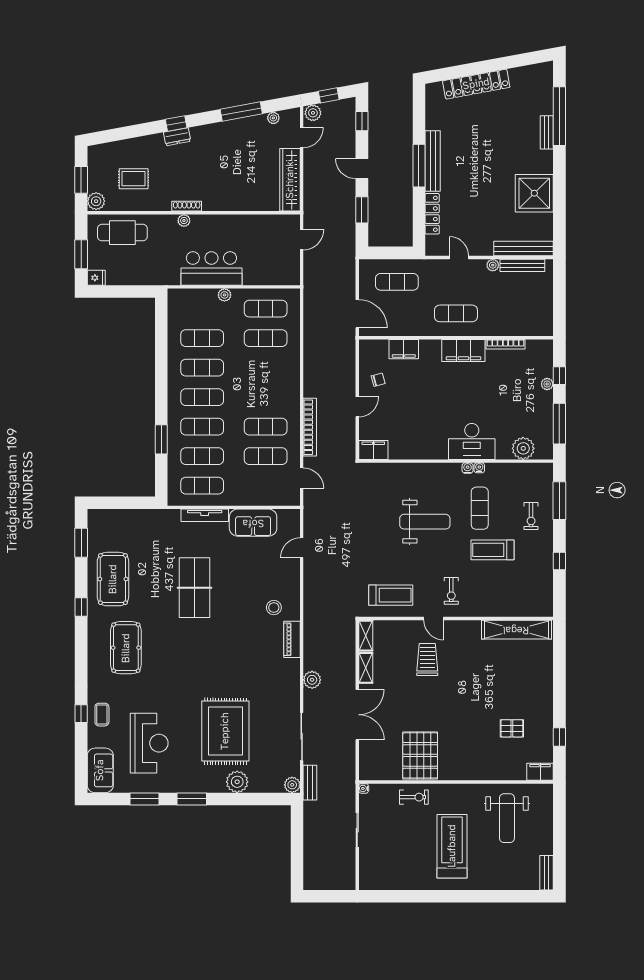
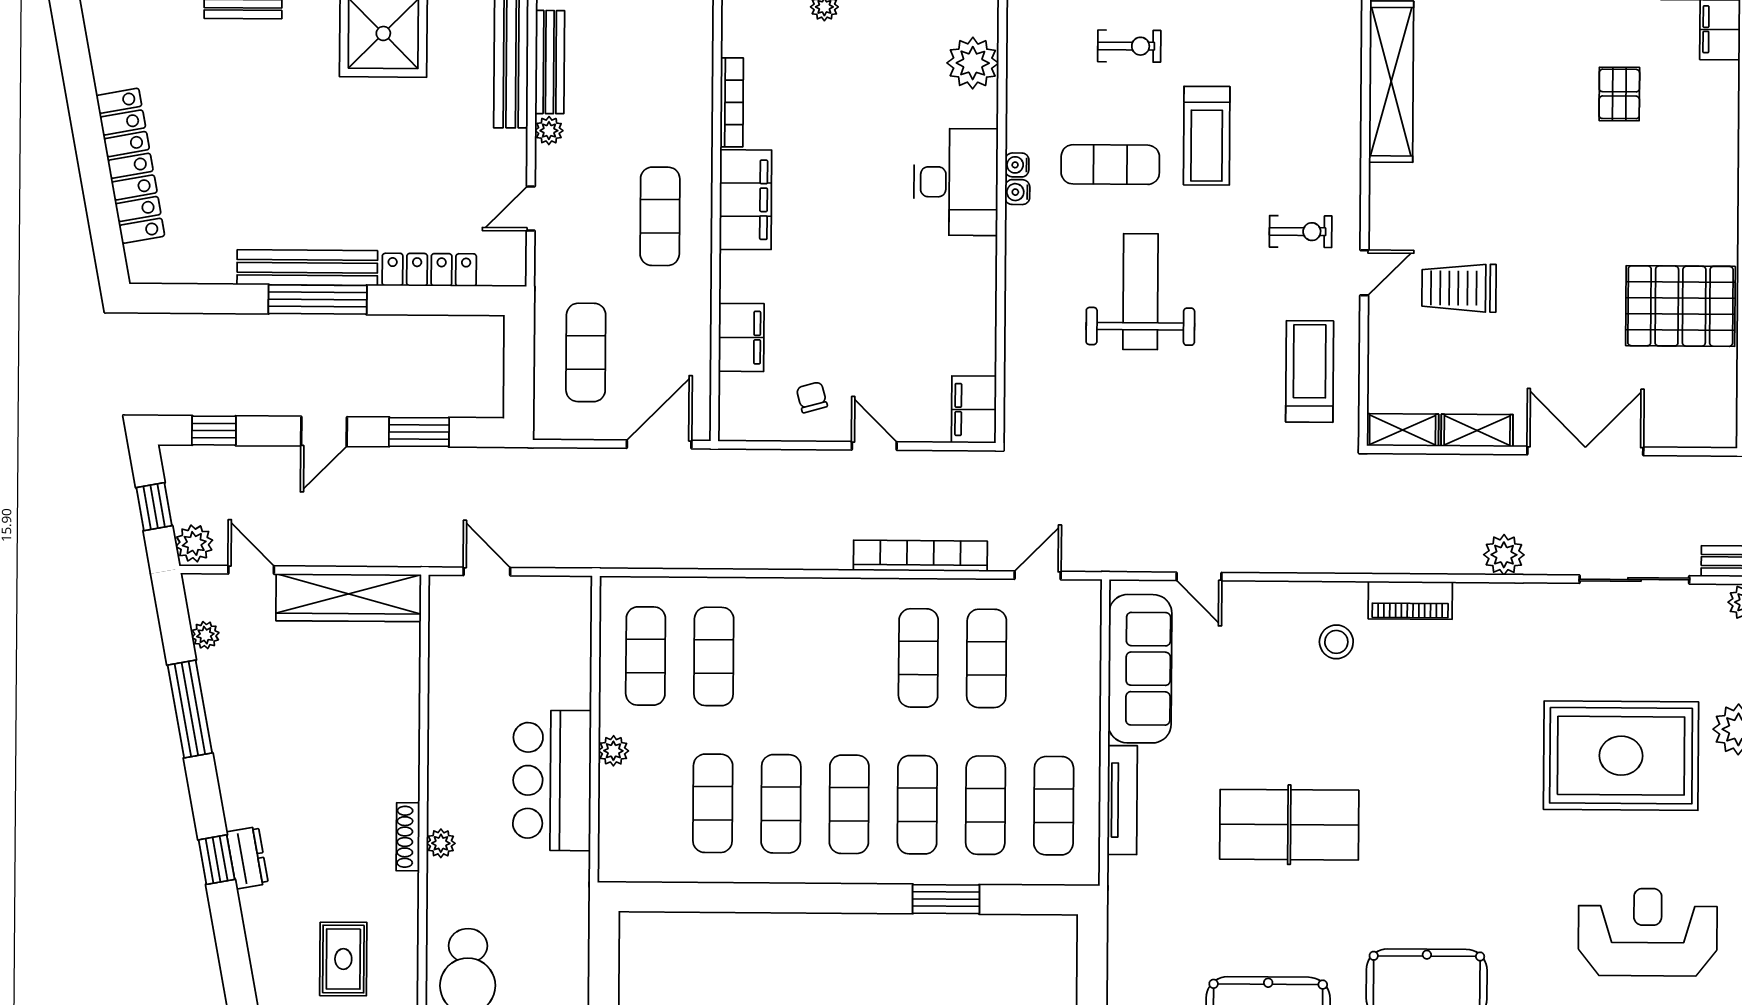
sofa: (253, 523) -> (1140, 669), width x1.36

